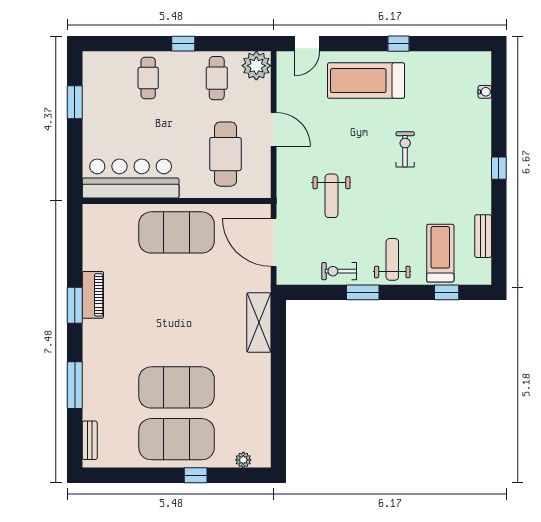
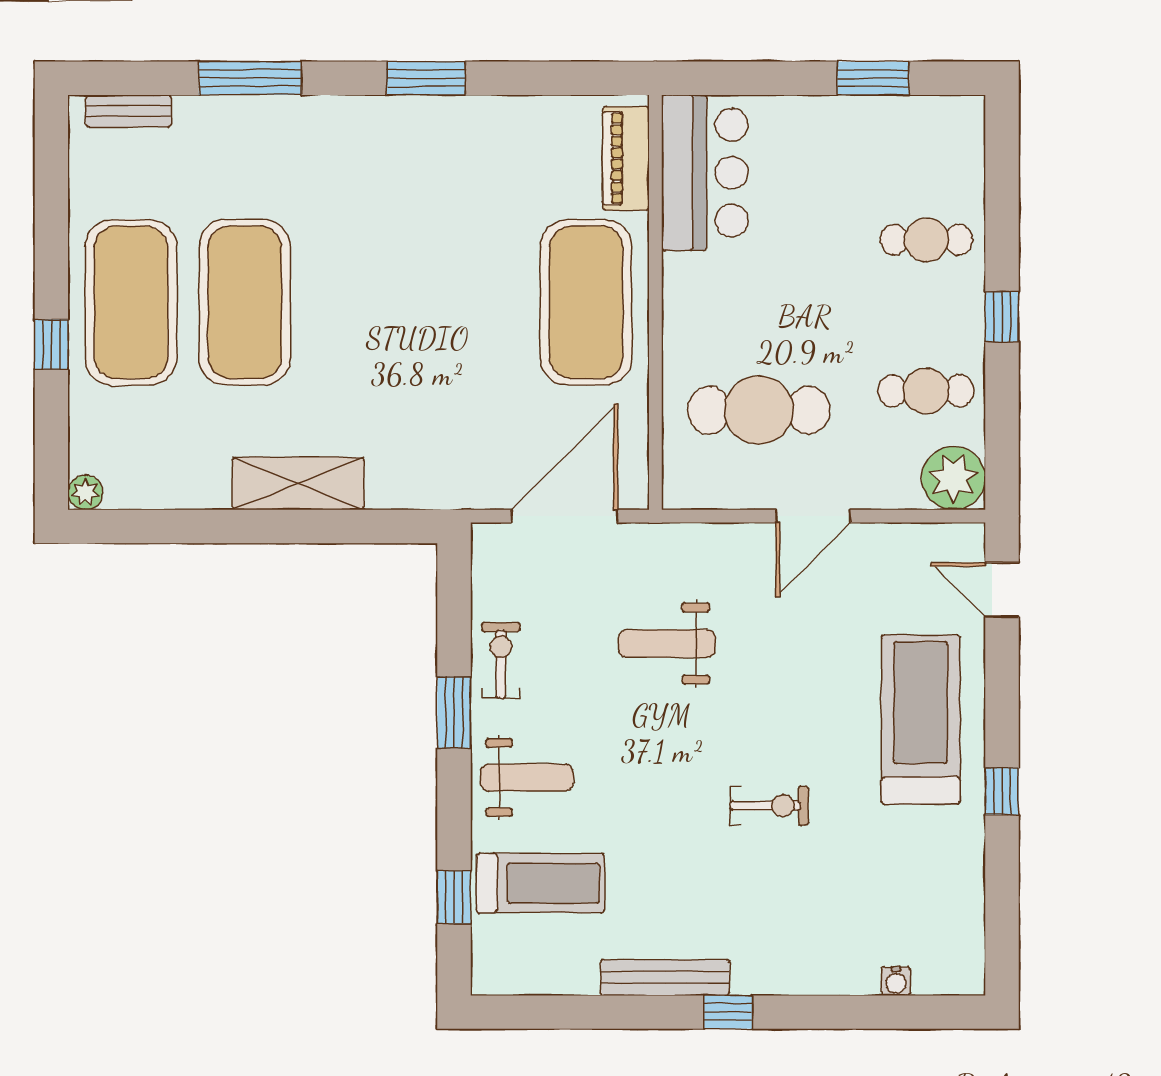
bar counter: (131, 179) -> (705, 173), width x0.73
bench: (483, 236) -> (665, 977), moved, width x1.36
piano: (93, 295) -> (626, 158), moved, turned 90
shelving: (259, 323) -> (298, 484), moved
plant: (243, 460) -> (85, 492), moved

